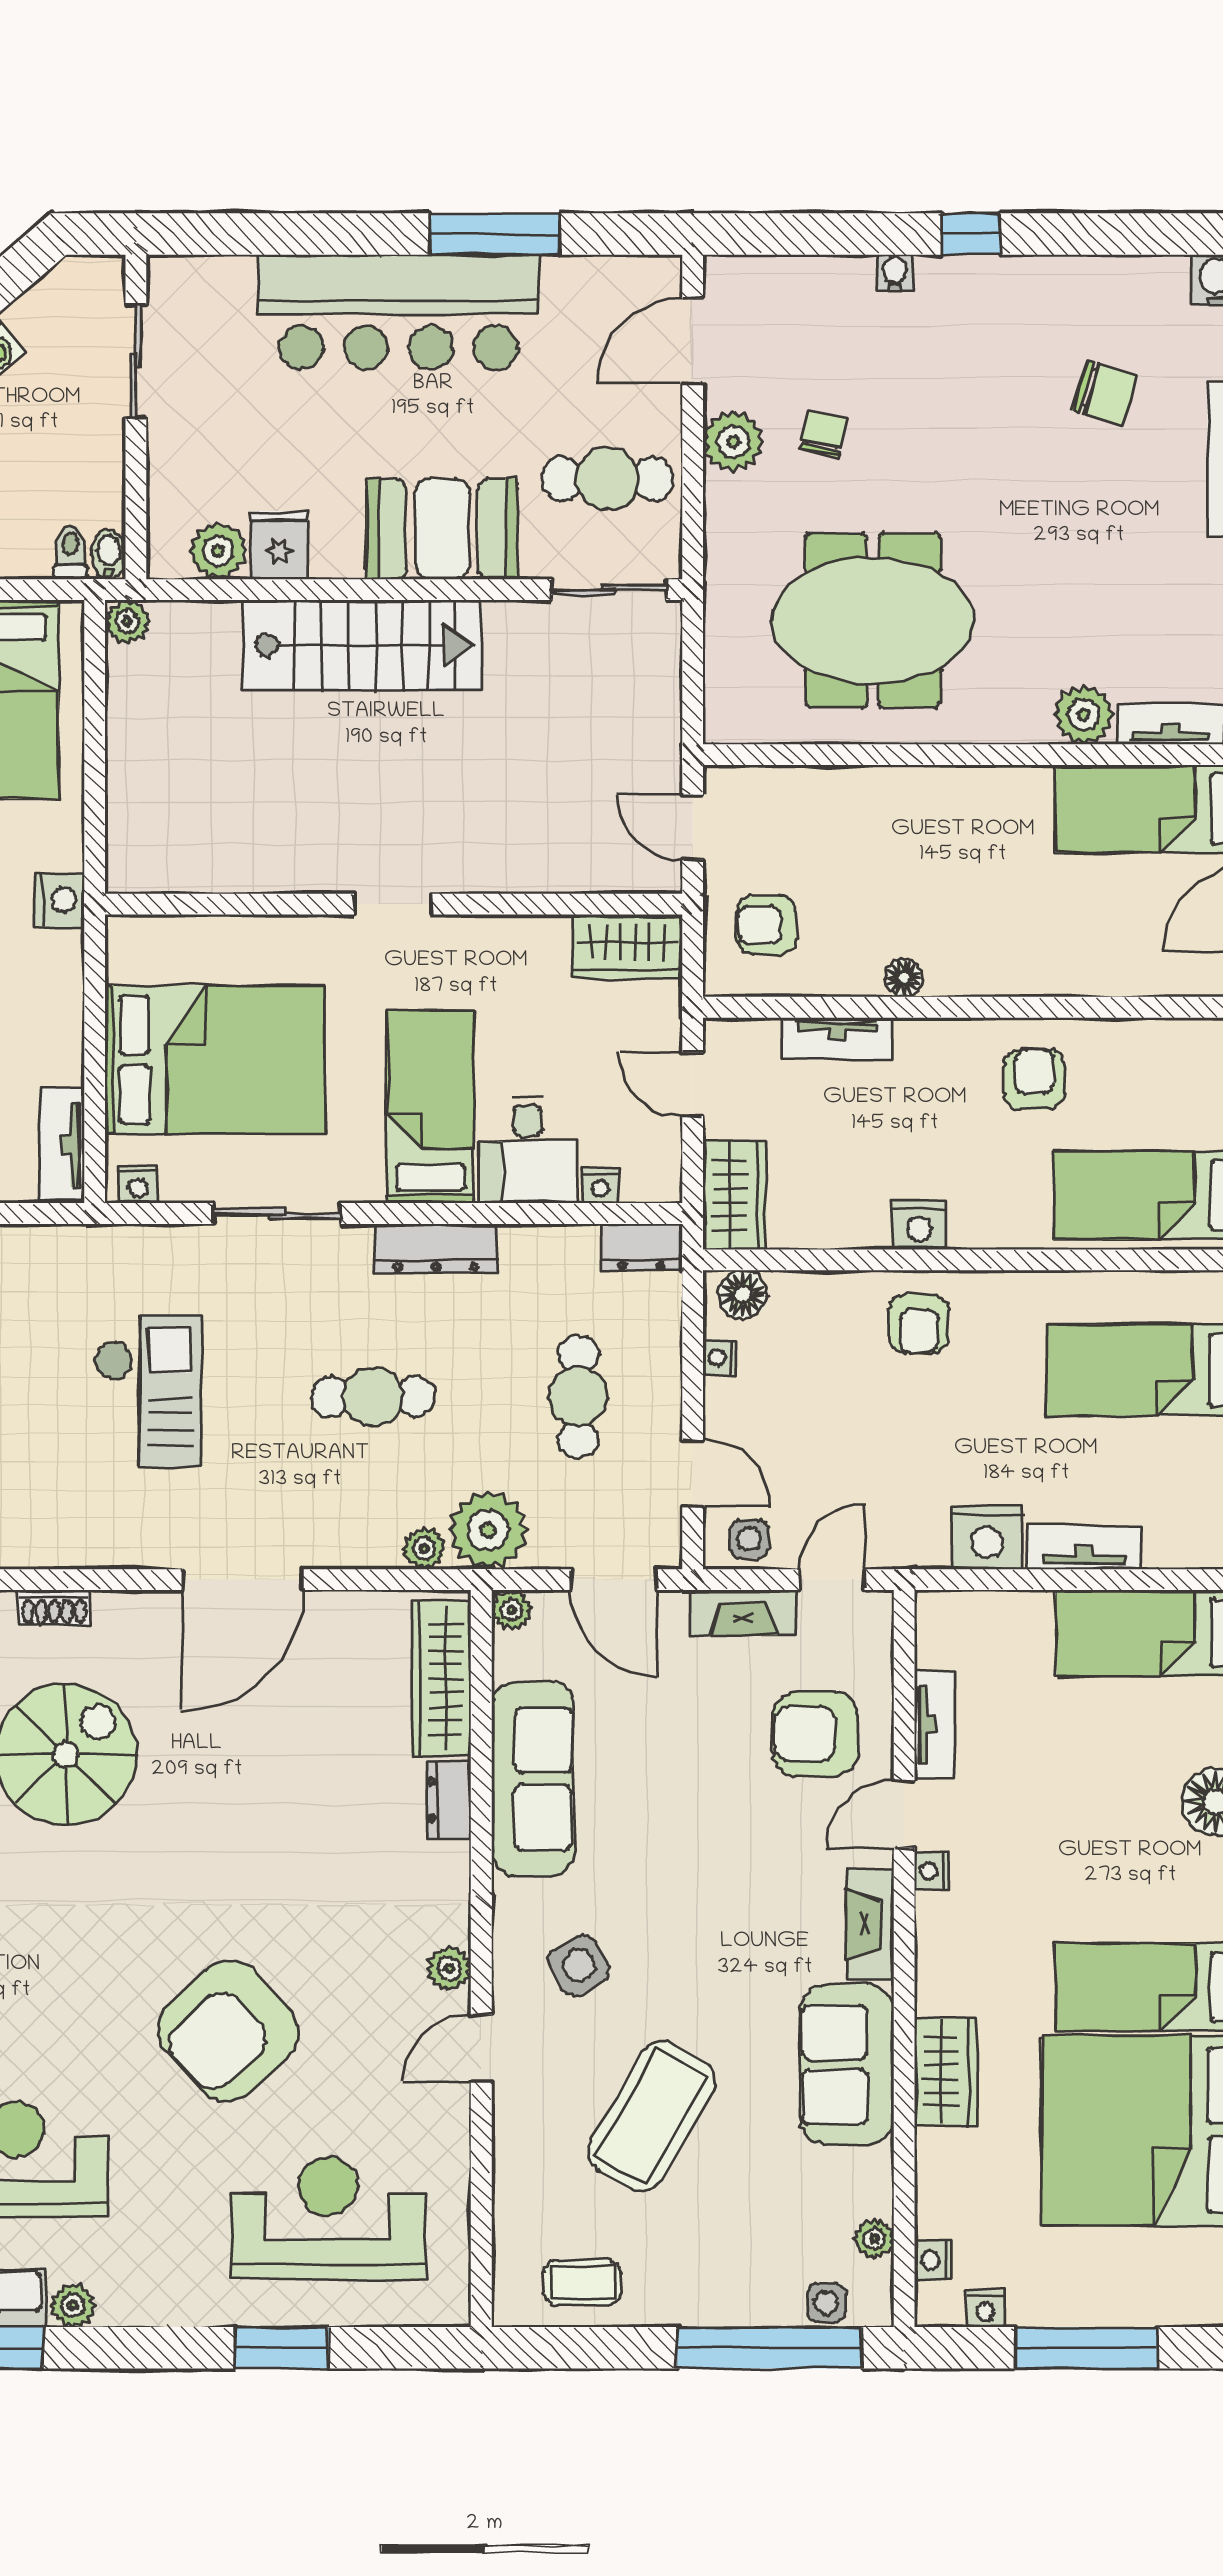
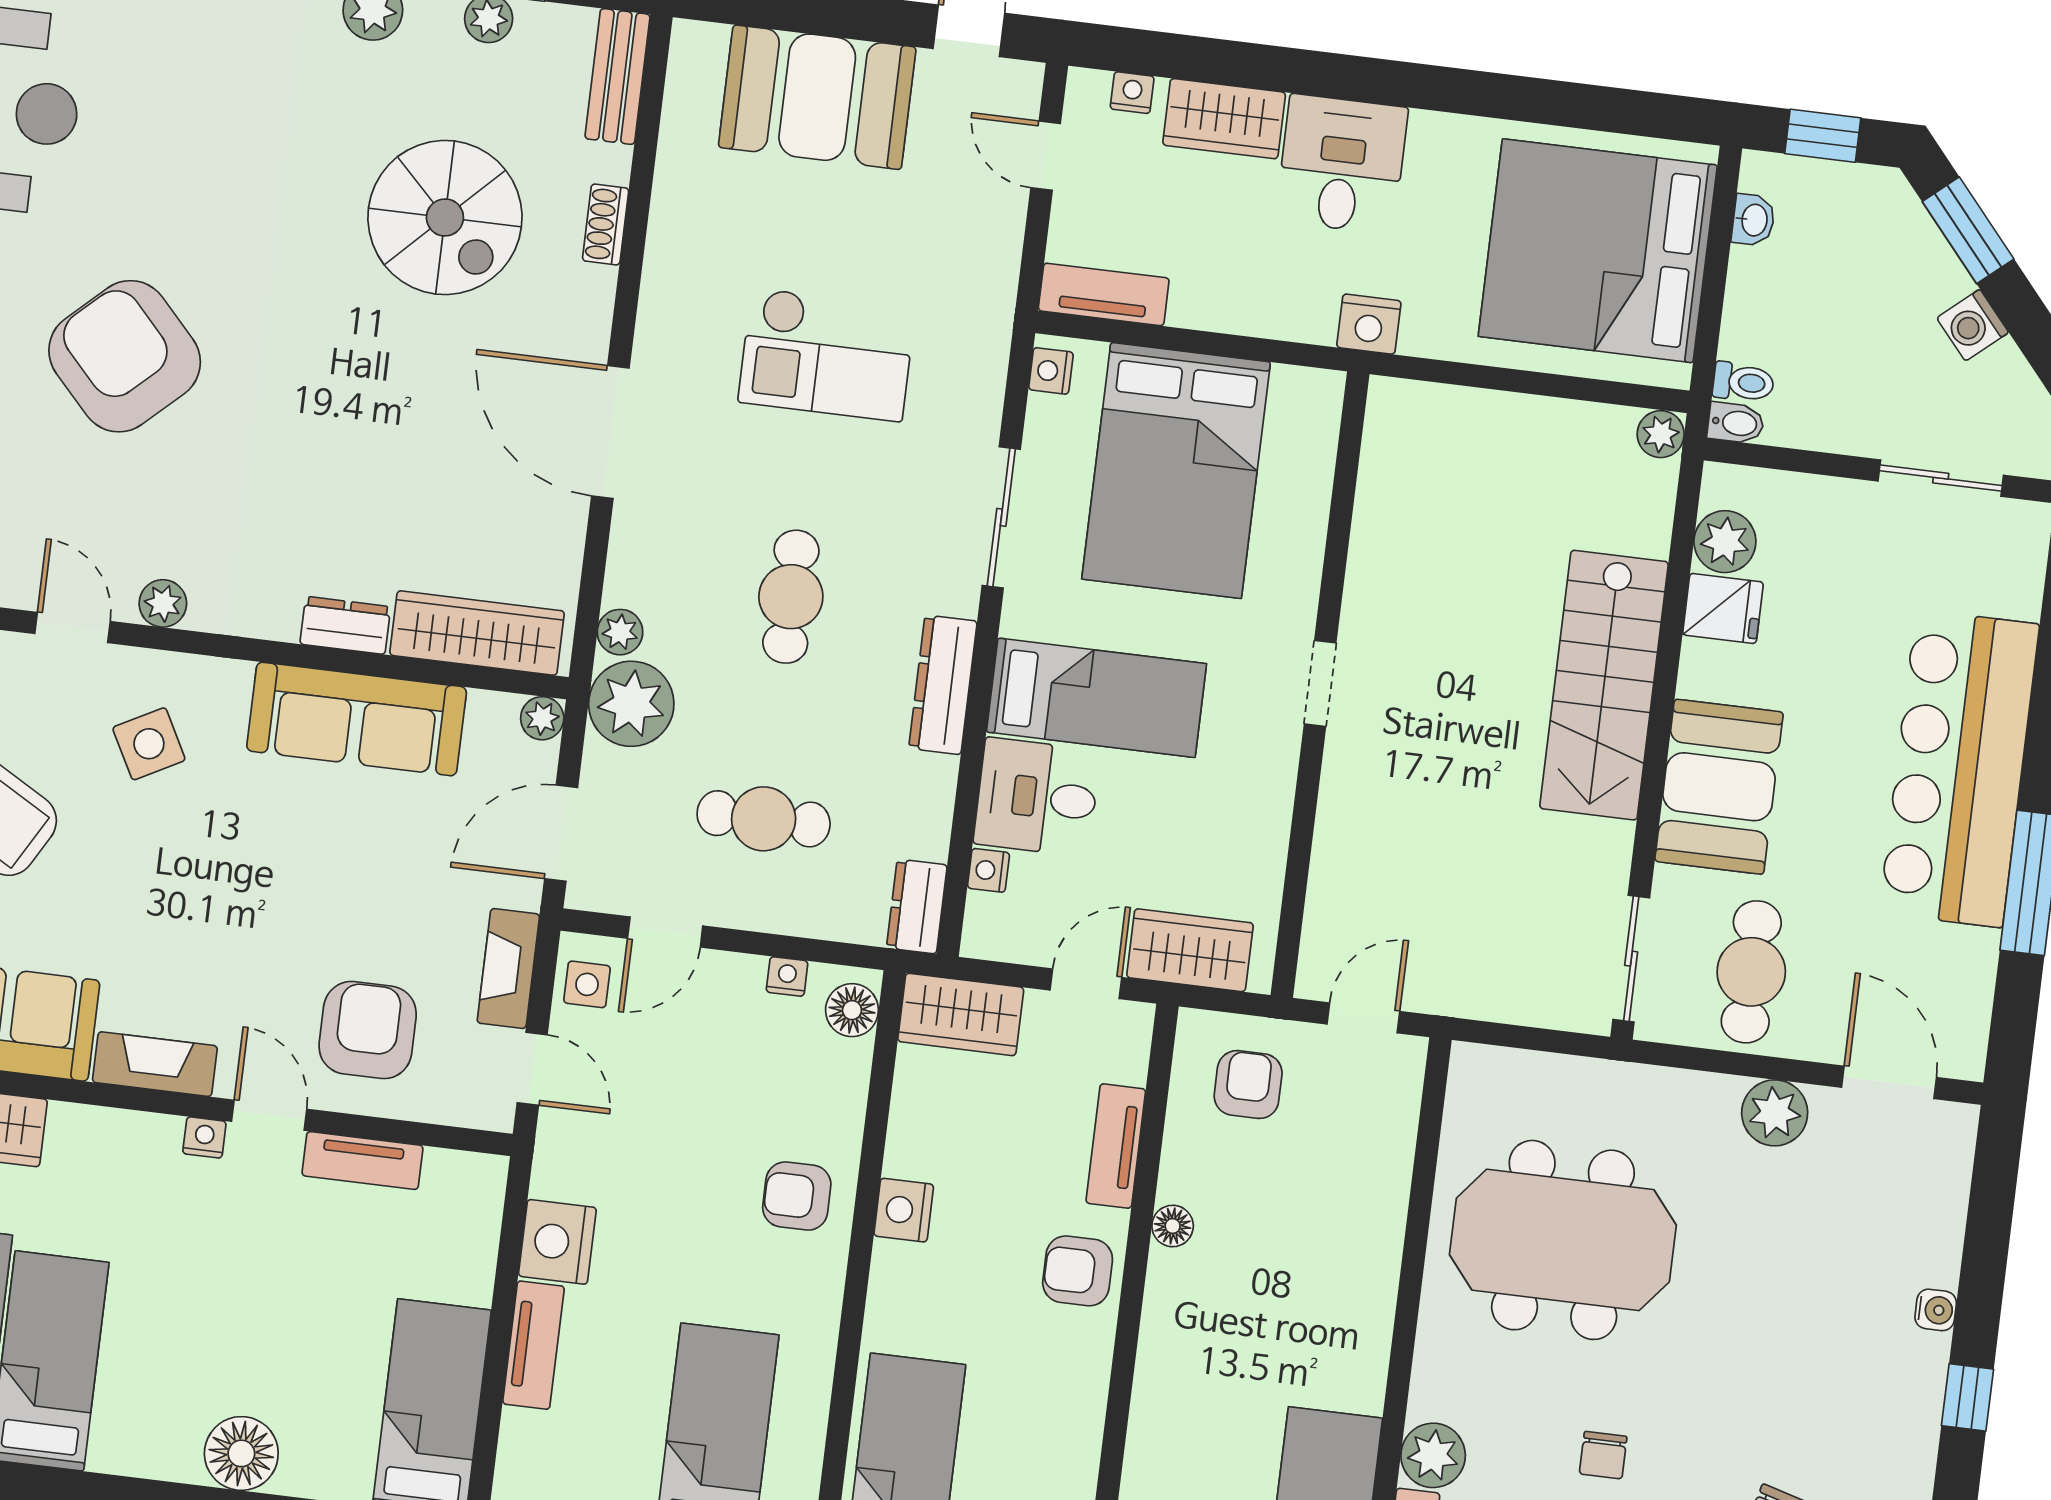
chair: (824, 434) -> (1603, 1455), moved, turned 78
meeting table: (873, 620) -> (1563, 1240), turned 90
wardrobe: (627, 946) -> (1190, 950), moved, turned 90
armchair: (1034, 1079) -> (1078, 1271), moved, turned 180

